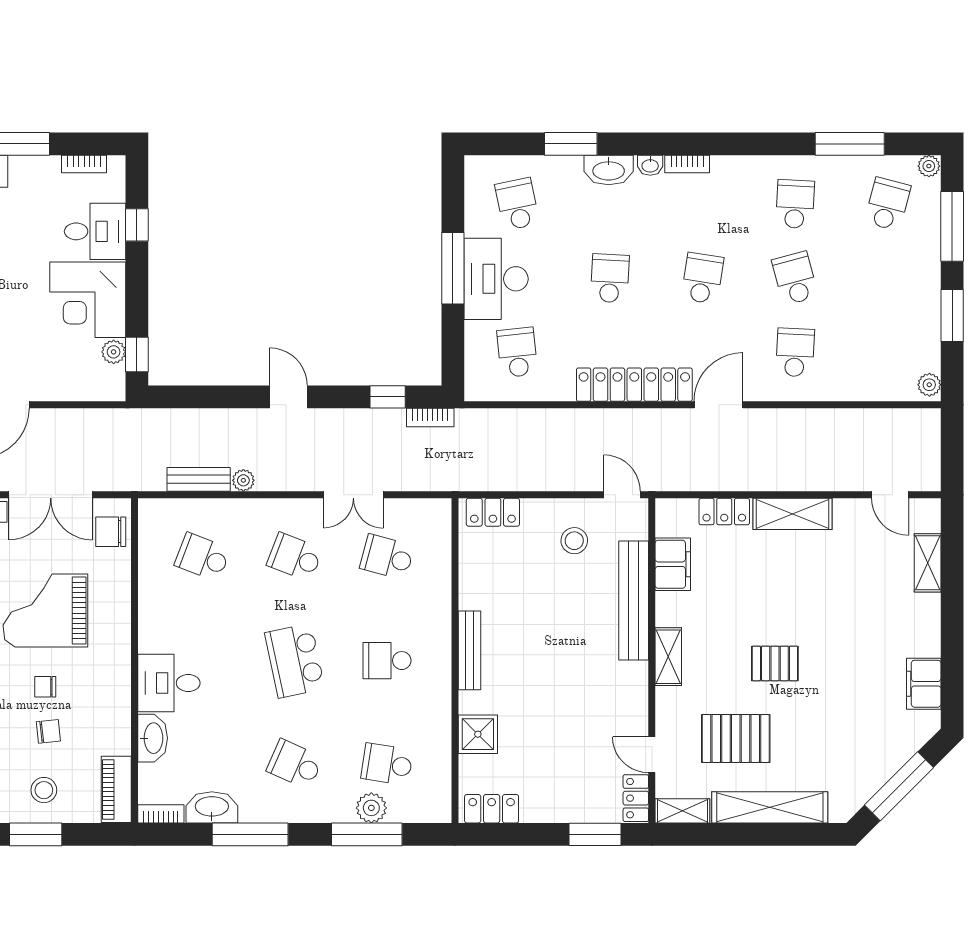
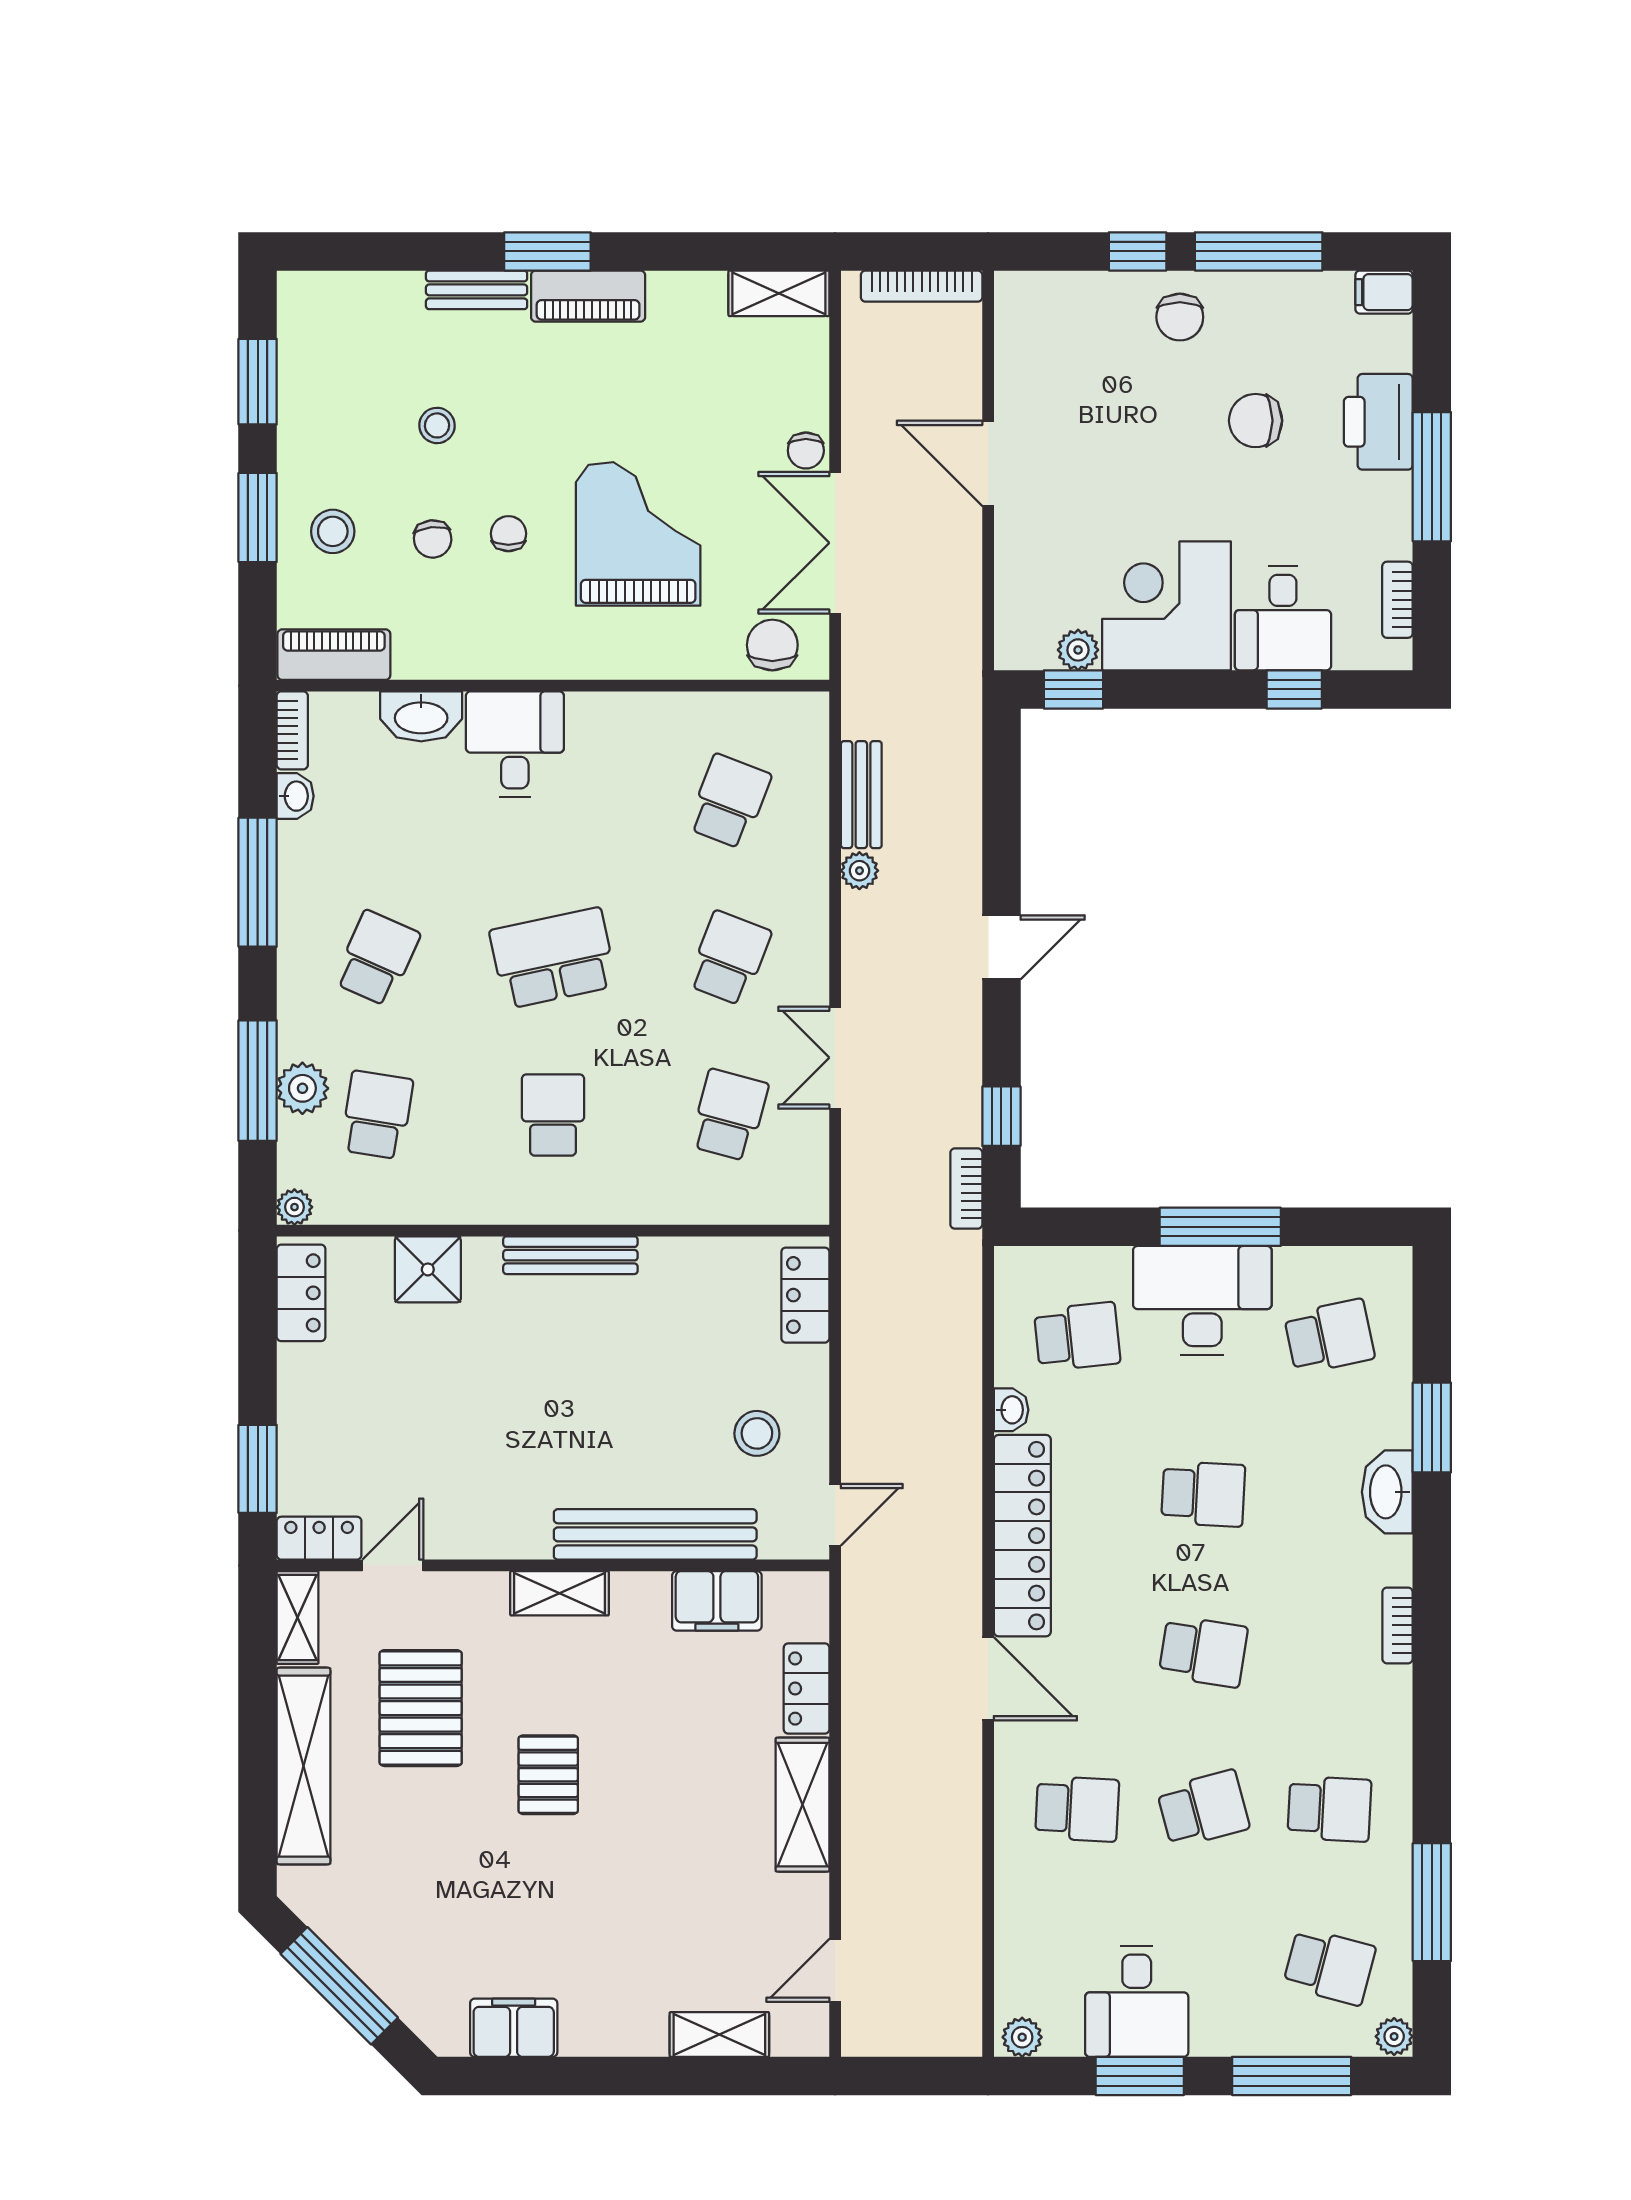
washbasin: (650, 165) -> (1011, 1410), moved, turned 180
desk: (908, 317) -> (1137, 2001), added
washbasin: (212, 807) -> (295, 796), width x0.52, depth x0.69
plant: (441, 813) -> (294, 1207), added

